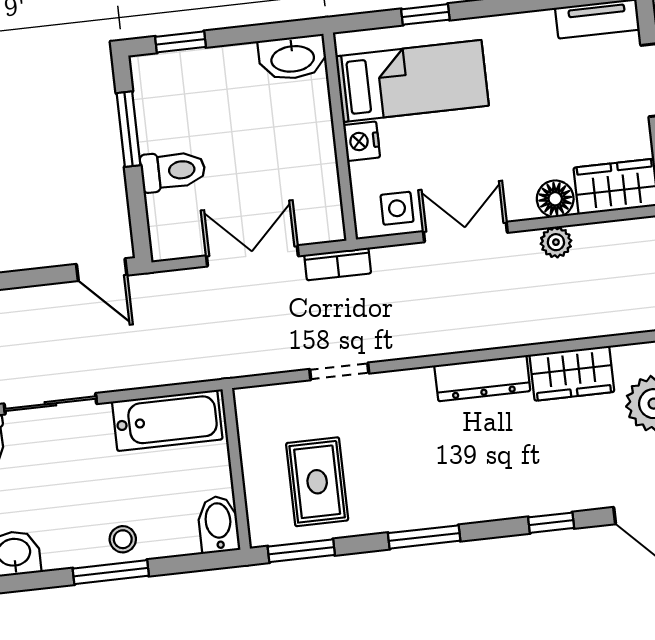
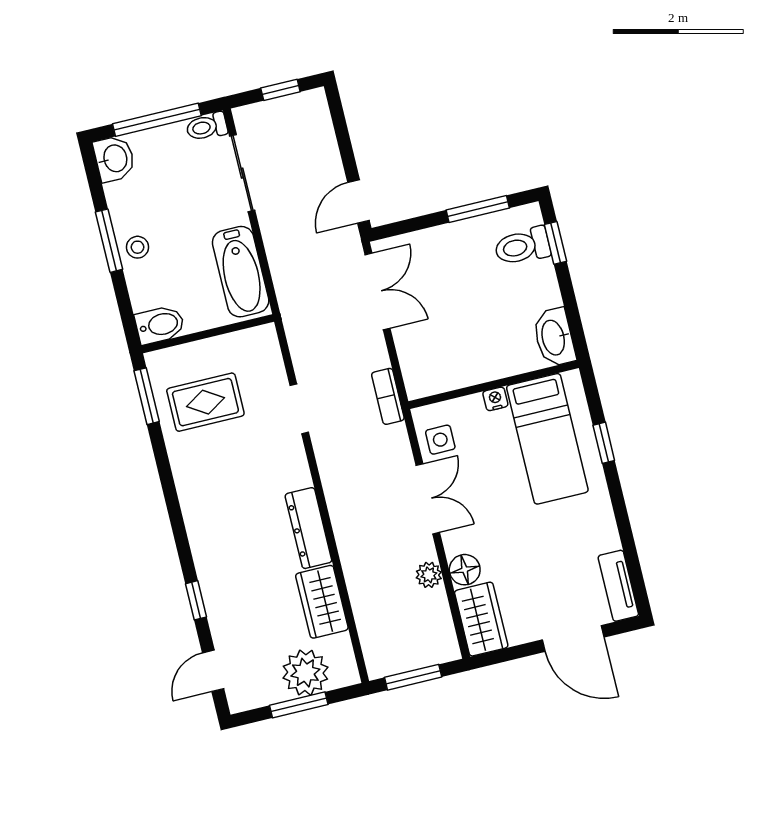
nightstand: (362, 141) -> (495, 399), width x0.72, depth x0.74
toilet: (173, 171) -> (522, 246), moved, turned 90
double door: (252, 256) -> (378, 291), moved
window: (424, 537) -> (171, 496), removed

